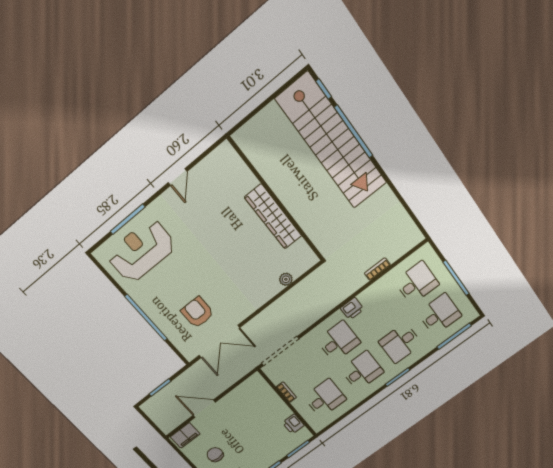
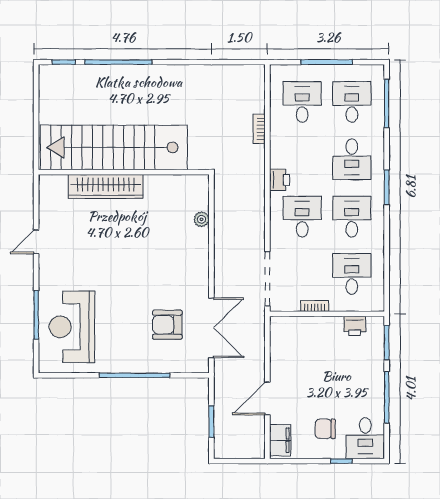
stairs: (332, 141) -> (114, 147), moved, turned 180
door: (178, 177) -> (36, 242), swing flipped
wardrobe: (273, 217) -> (106, 186), moved

